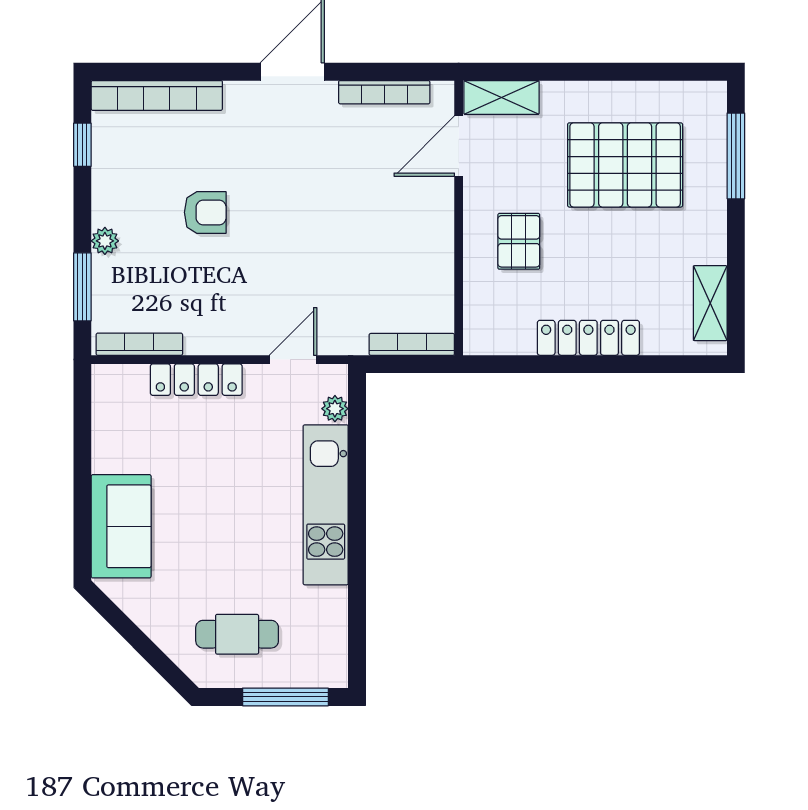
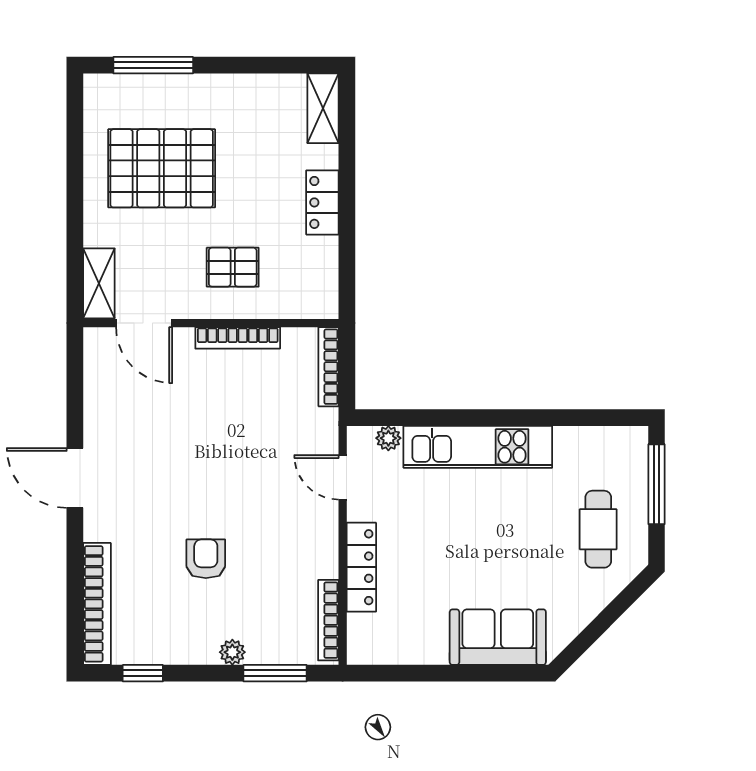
bookcase: (384, 92) -> (238, 338), moved, turned 90
pallet: (625, 165) -> (162, 168), turned 90
shelving: (710, 303) -> (323, 108), moved, turned 90
locker: (588, 338) -> (322, 202), width x0.66

